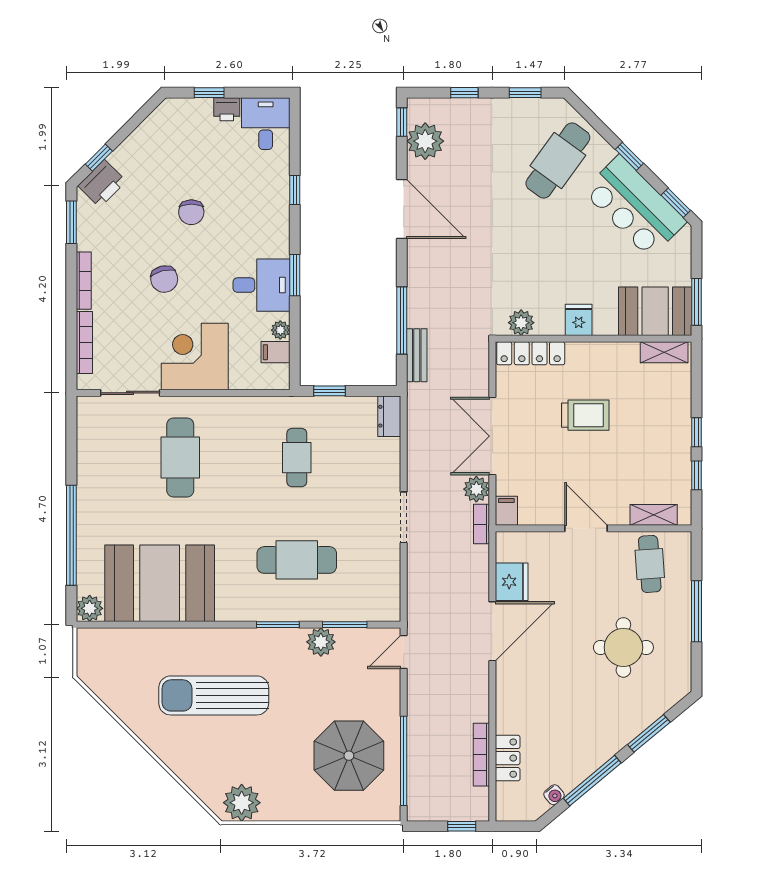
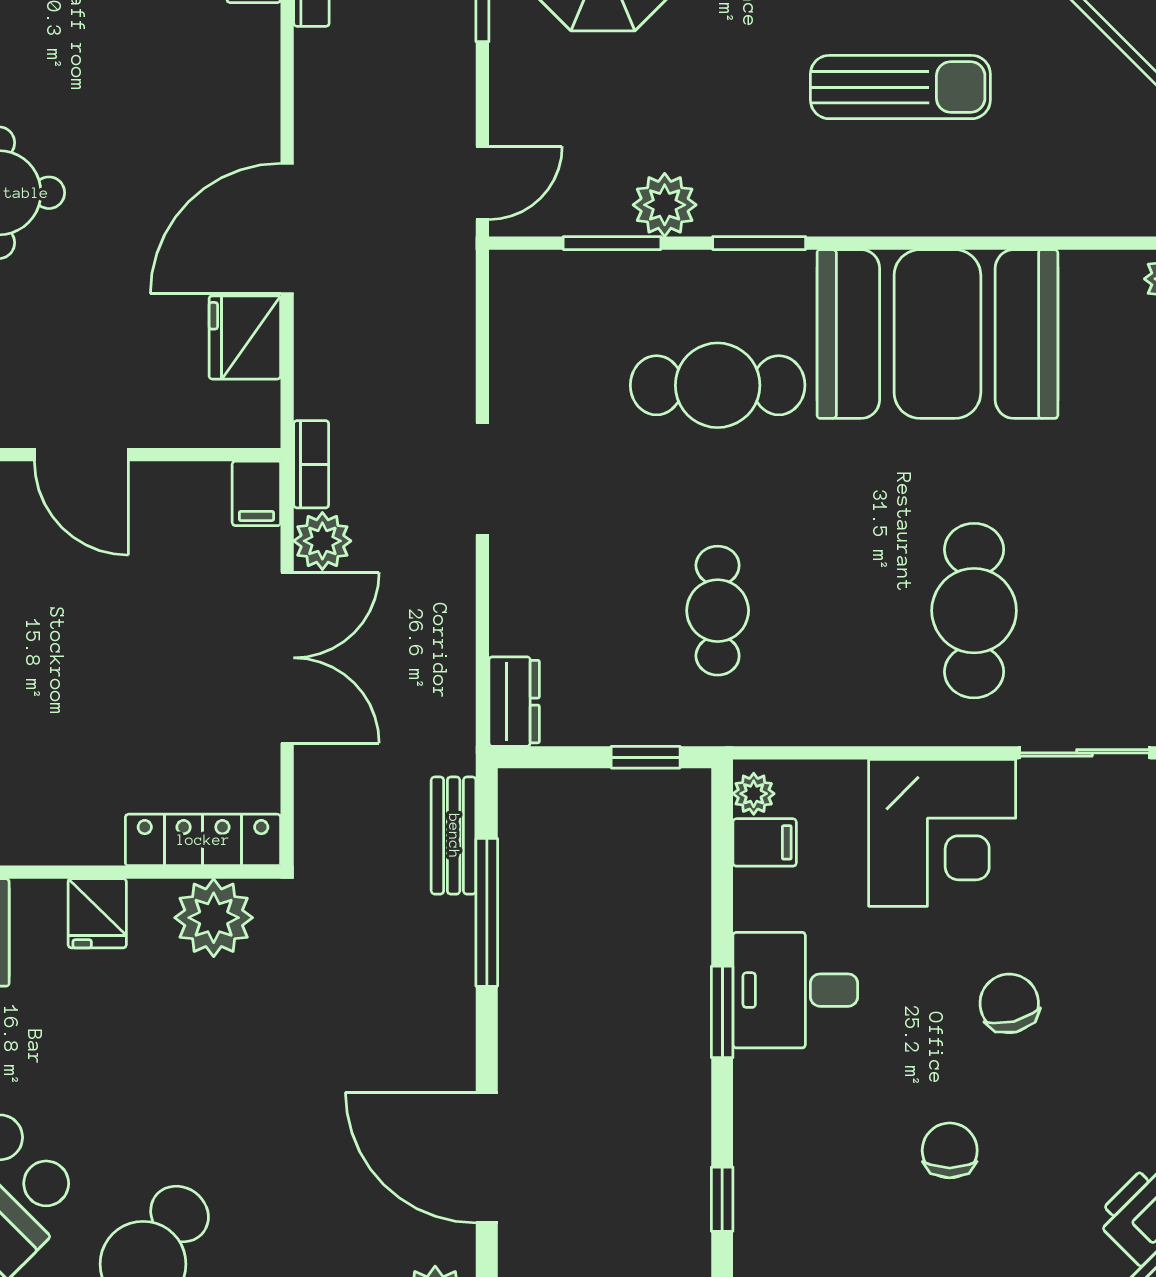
plant: (521, 323) -> (214, 918), width x1.36, depth x1.36
plant: (280, 330) -> (754, 794), moved
trolley: (585, 415) -> (83, 704), removed
booth: (160, 583) -> (937, 334), moved
sun lounger: (214, 695) -> (900, 87), width x0.73, depth x0.75

